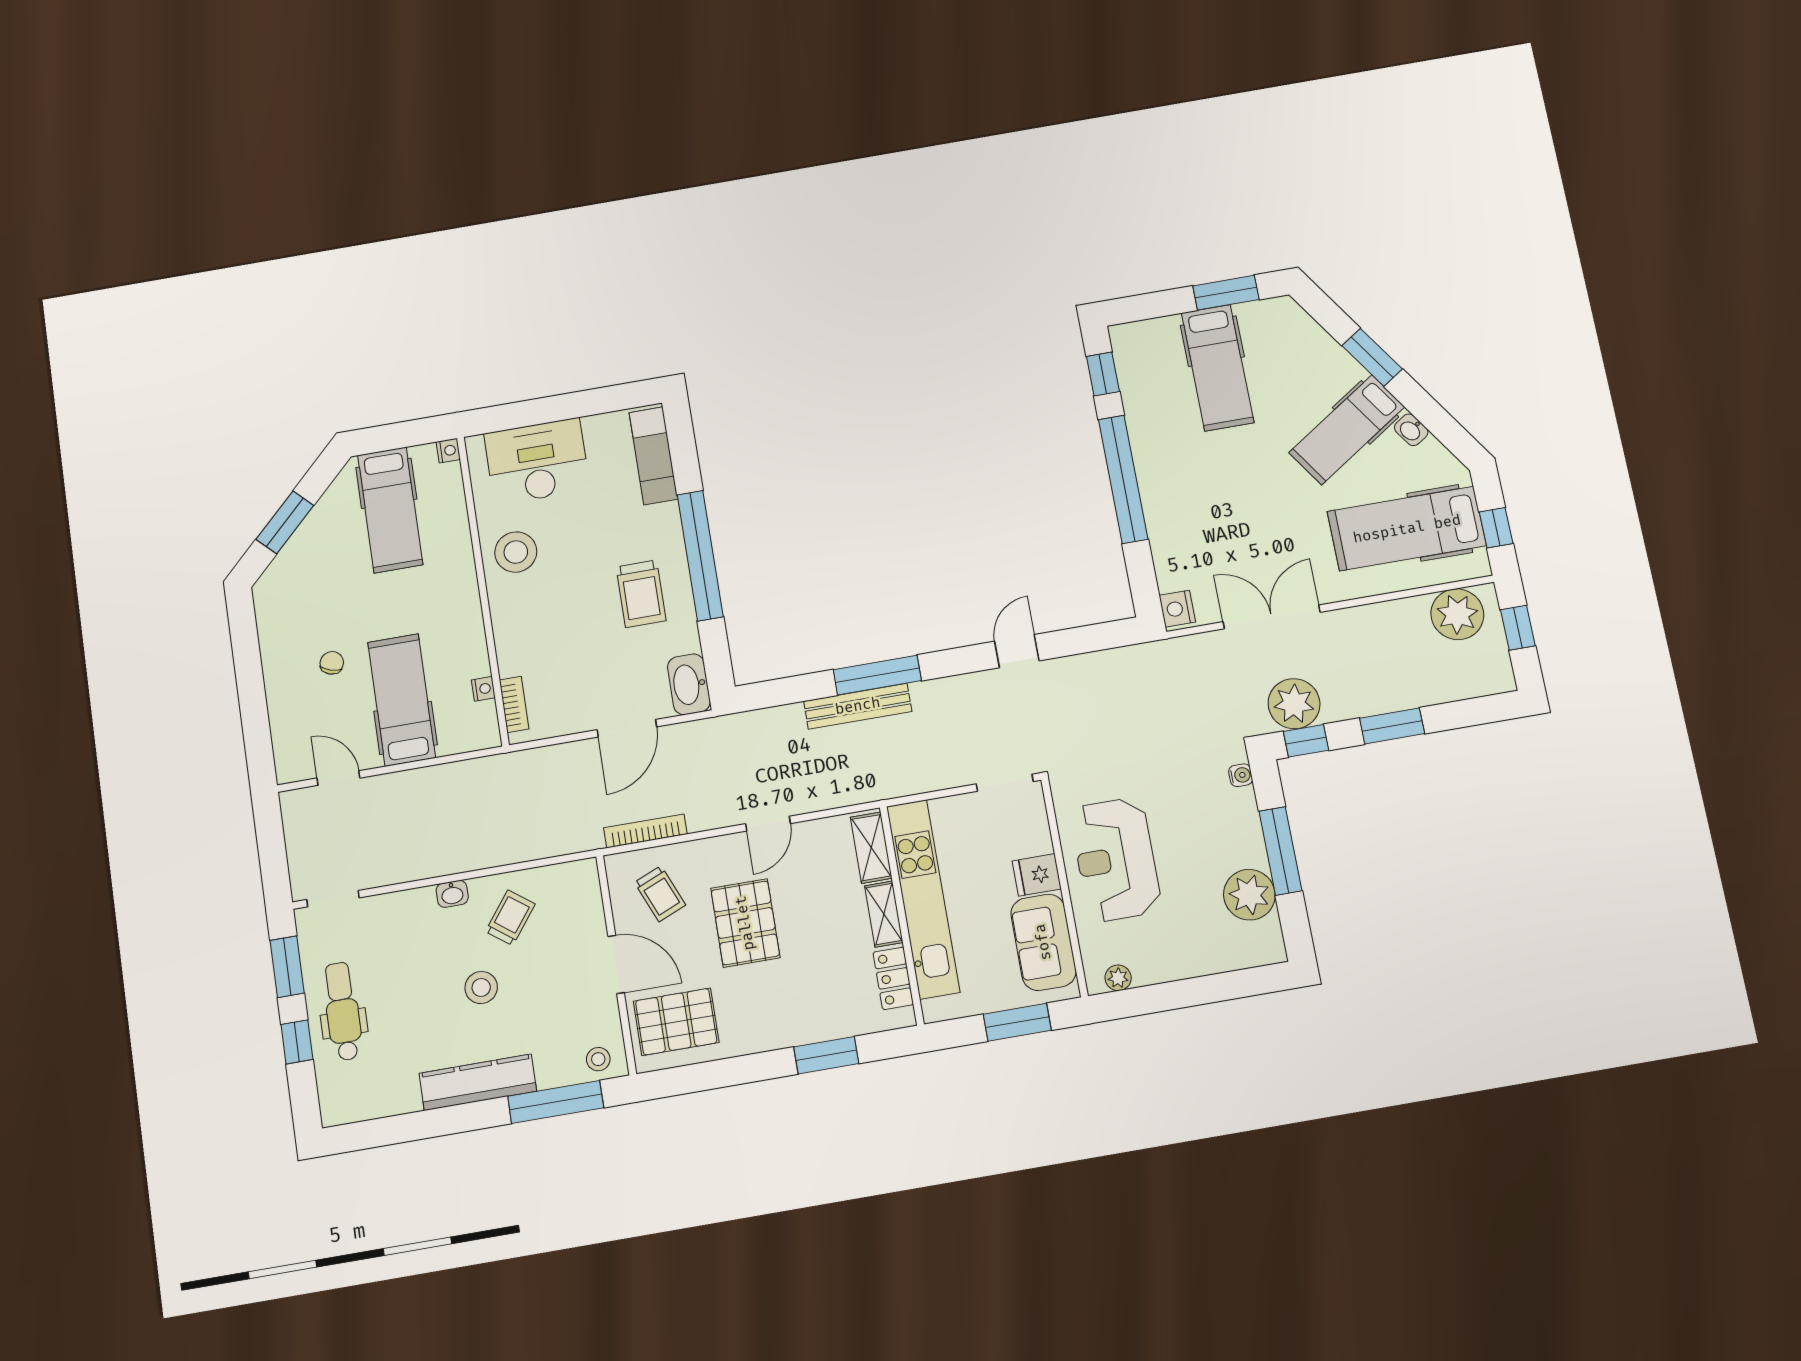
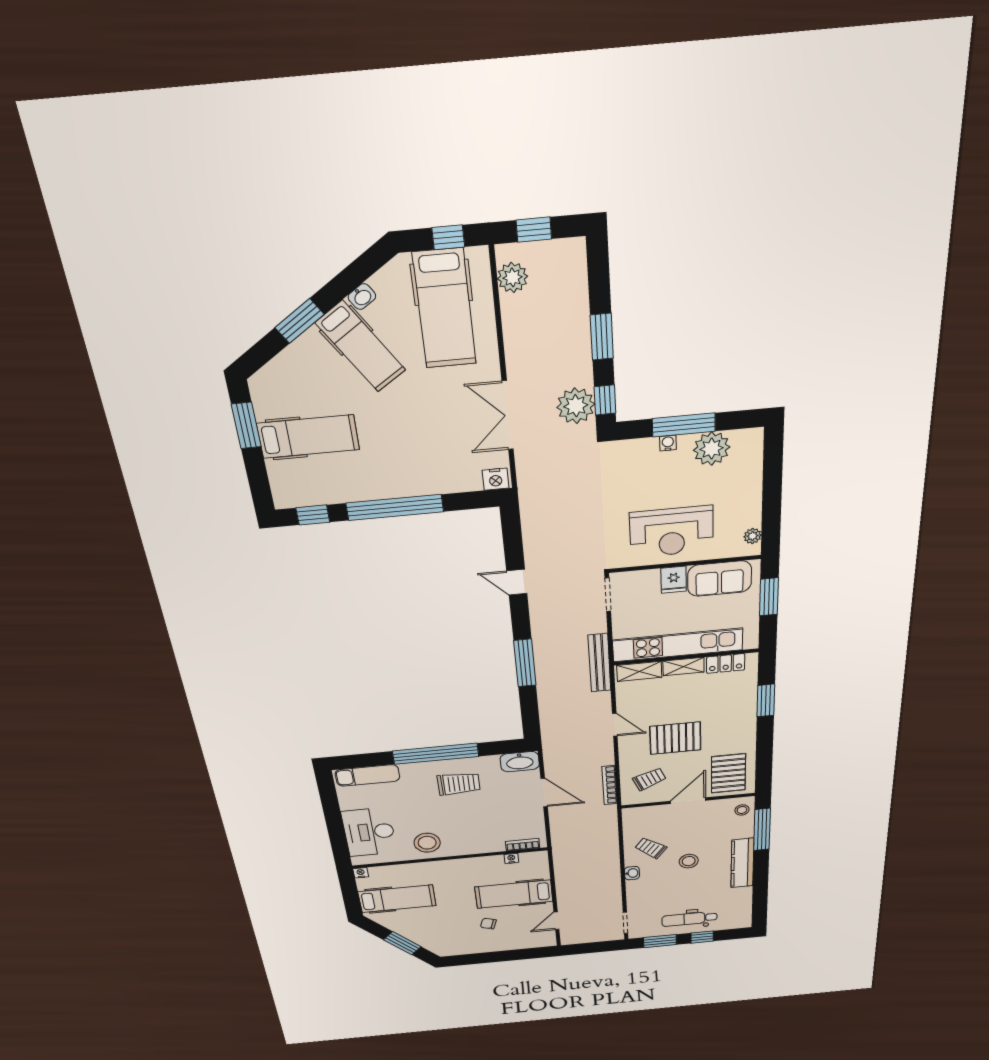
plant: (1457, 614) -> (513, 278), width x0.73, depth x0.73
bench: (858, 706) -> (599, 663), moved
water cooler: (1241, 775) -> (668, 443), moved

